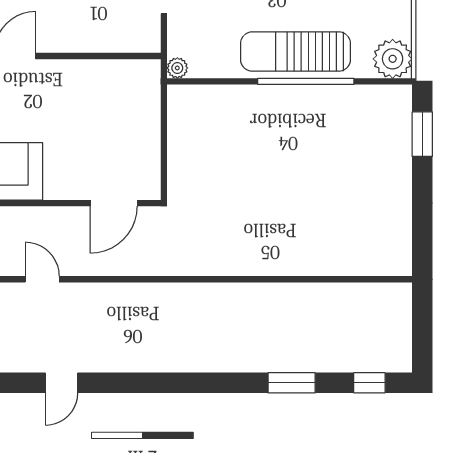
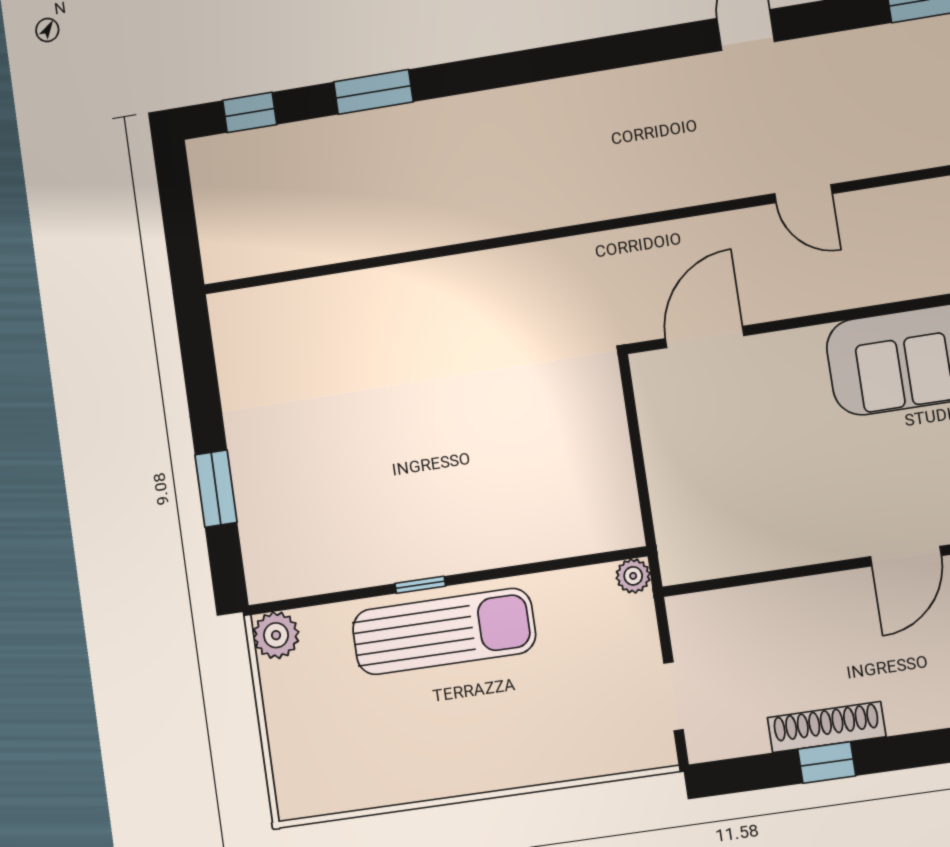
plant: (393, 59) -> (276, 635), width x0.73, depth x0.73
window: (306, 81) -> (420, 585), width x0.32
window: (422, 134) -> (216, 489), moved

